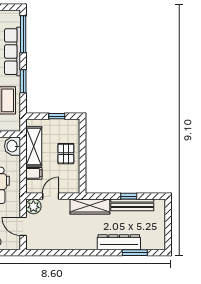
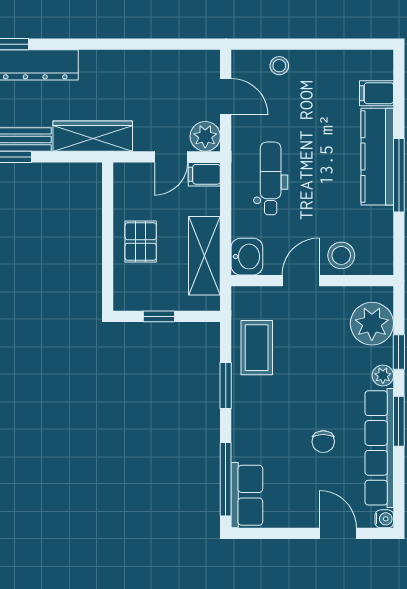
row of seats: (13, 52) -> (247, 495), moved, width x0.68
filing cabinet: (34, 173) -> (204, 174), moved

